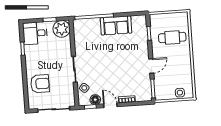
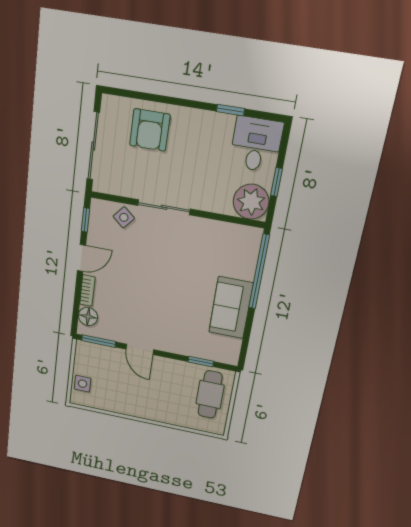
cafe table: (172, 37) -> (210, 394), moved
floor lamp: (95, 100) -> (88, 317), moved

